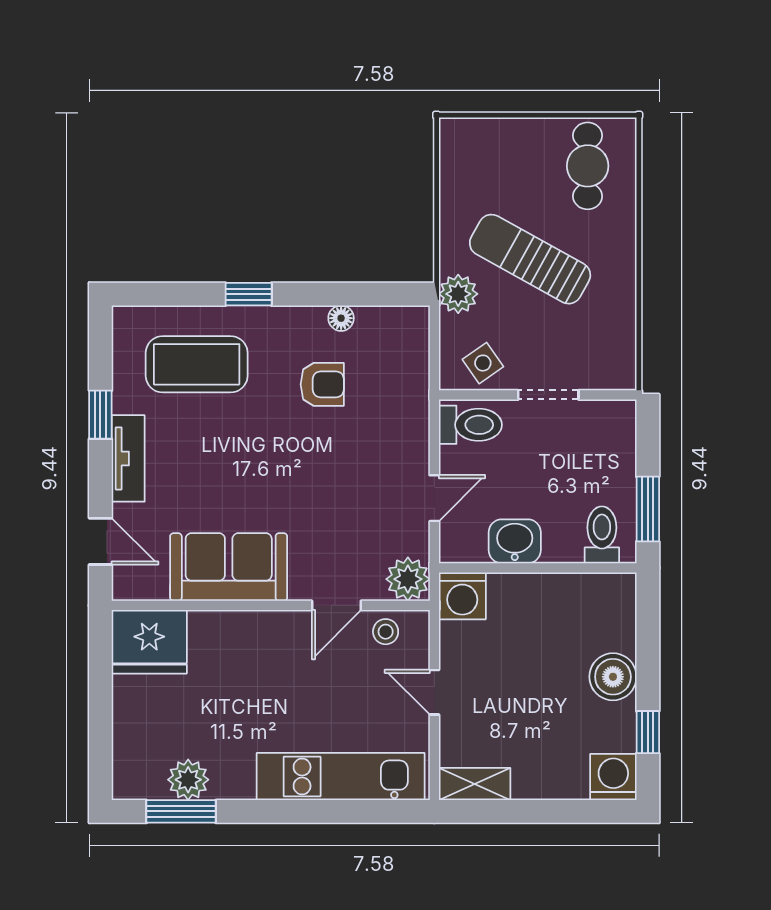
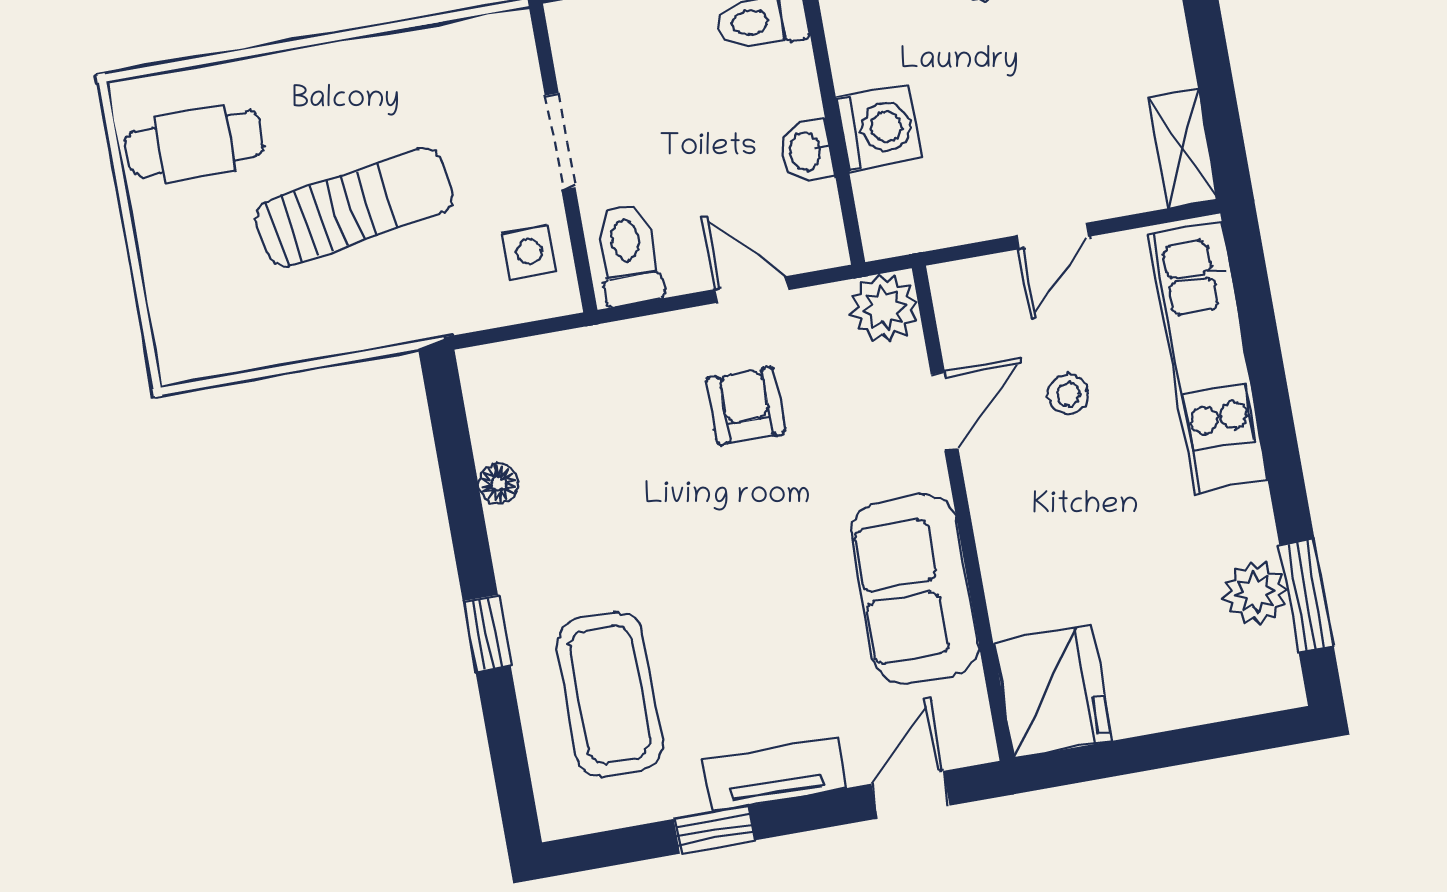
sun lounger: (530, 259) -> (355, 207), turned -128
plant: (458, 294) -> (429, 309), removed
side table: (483, 363) -> (529, 252), turned 35
armchair: (322, 384) -> (746, 406), moved
washbasin: (515, 541) -> (807, 151), width x0.72, depth x0.69
washing machine: (462, 596) -> (879, 128), moved
door: (336, 605) -> (945, 412), hinge flipped
stool: (386, 632) -> (1068, 394), moved

